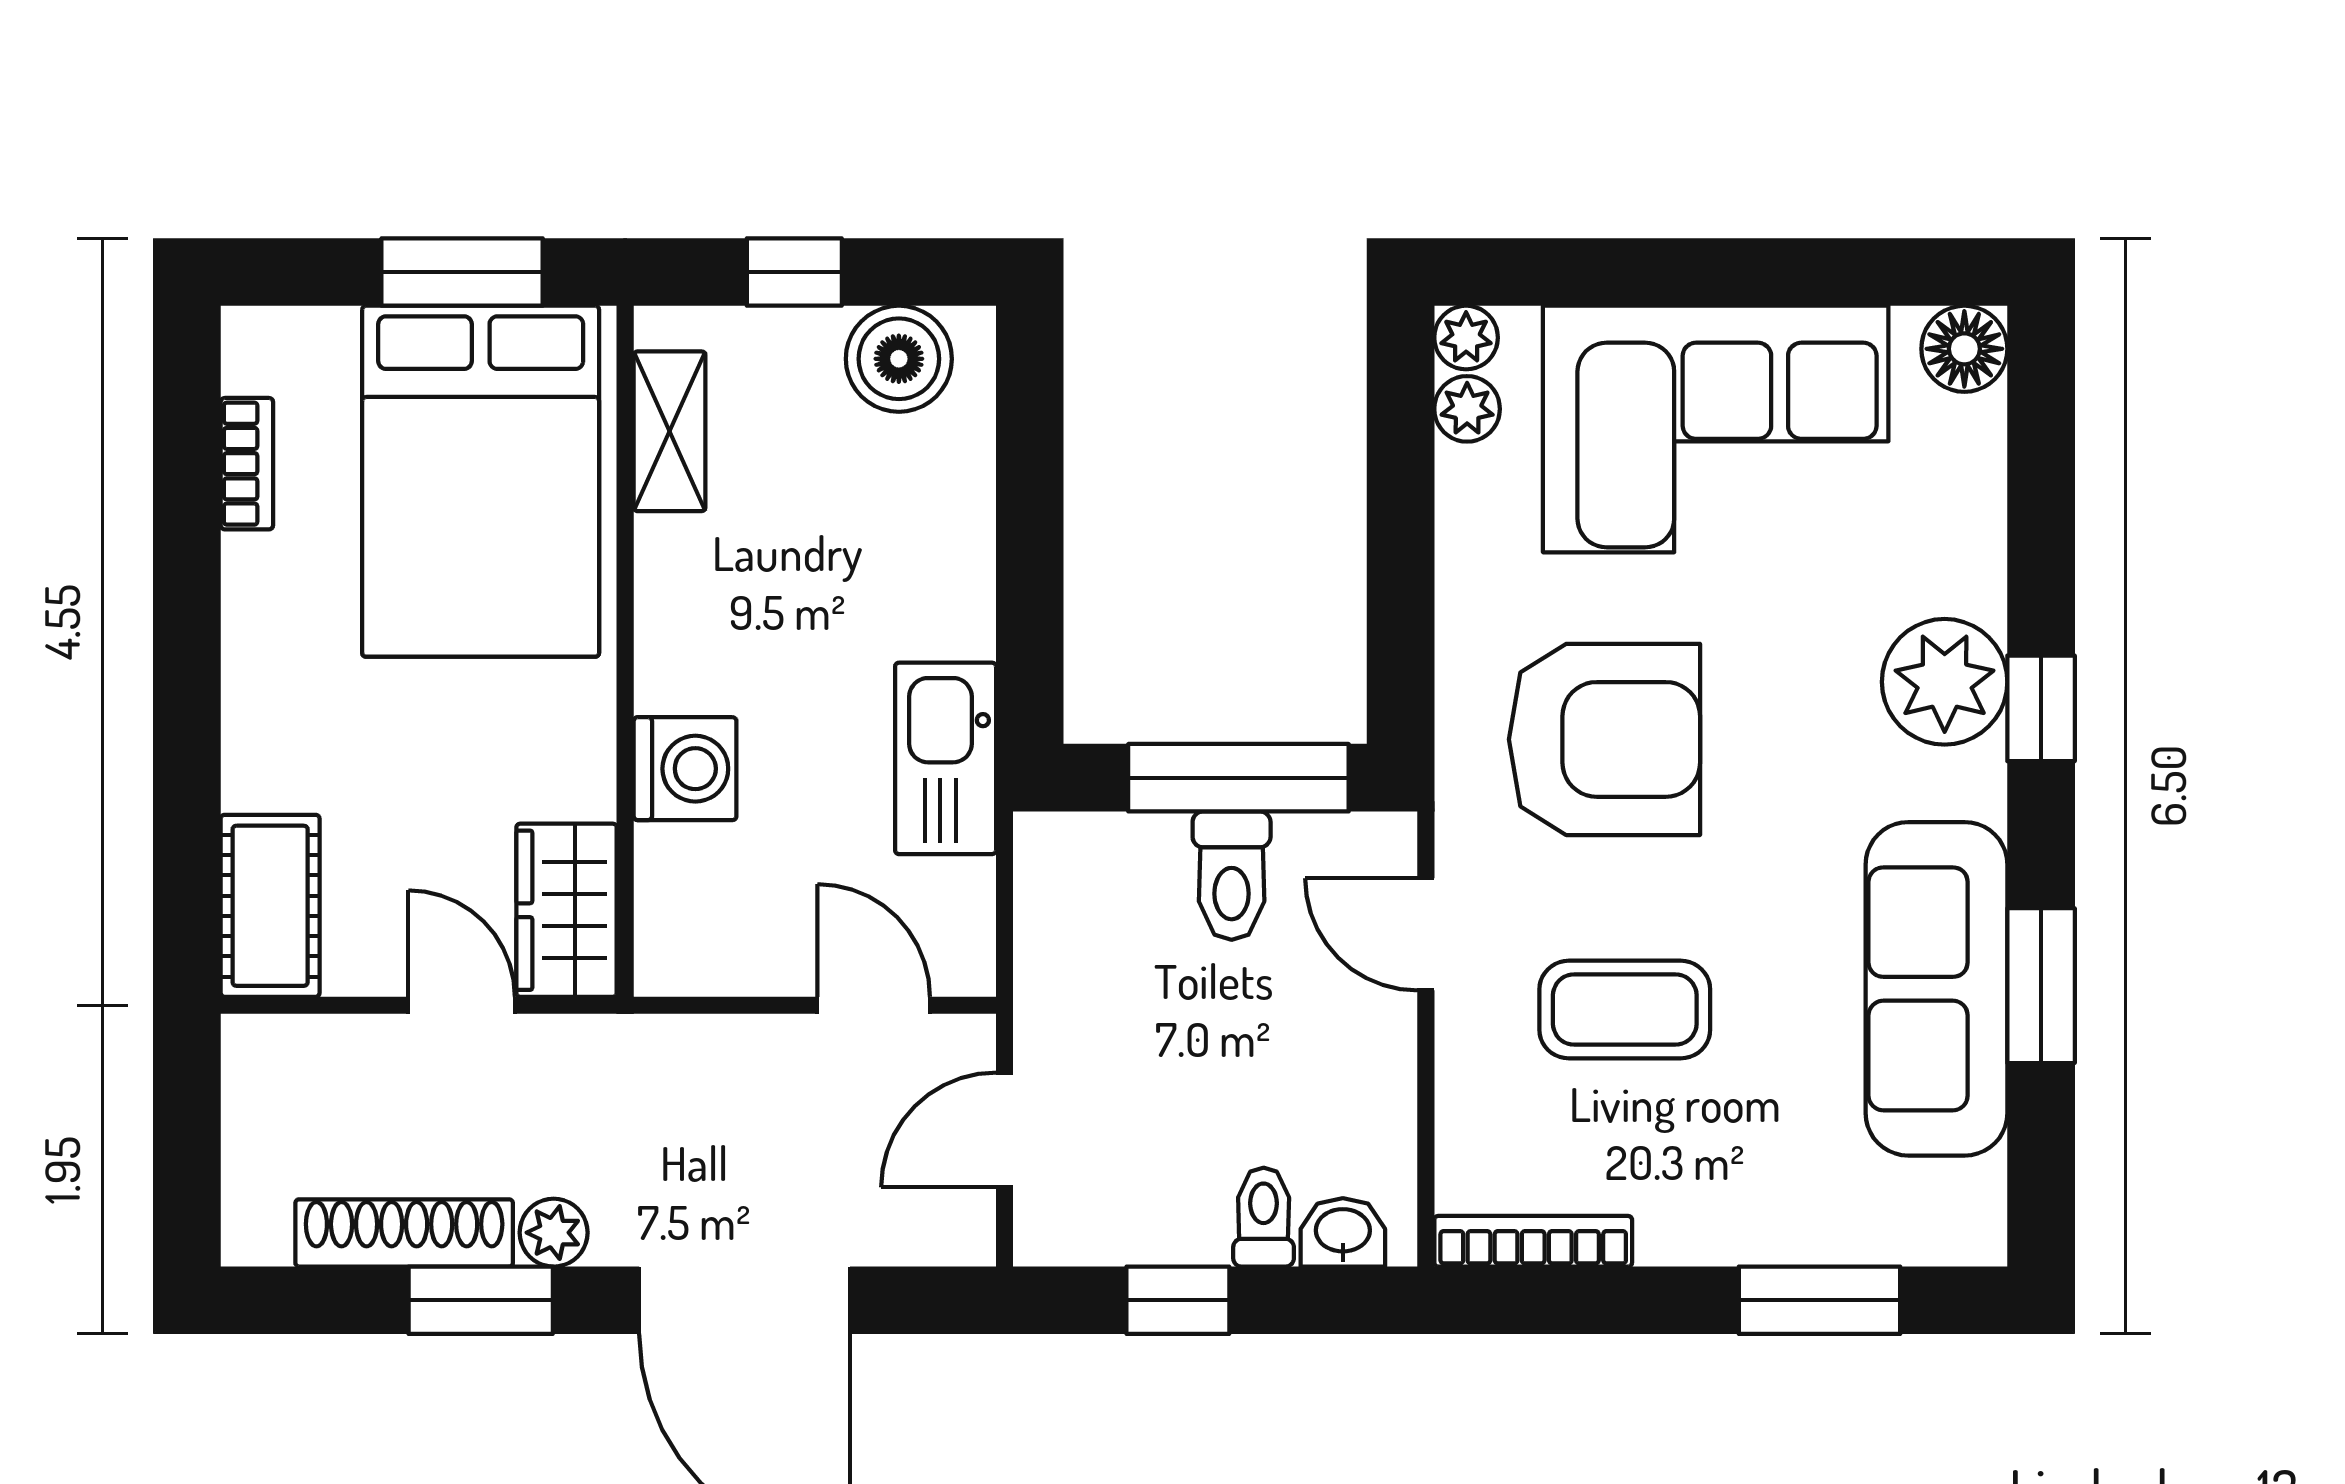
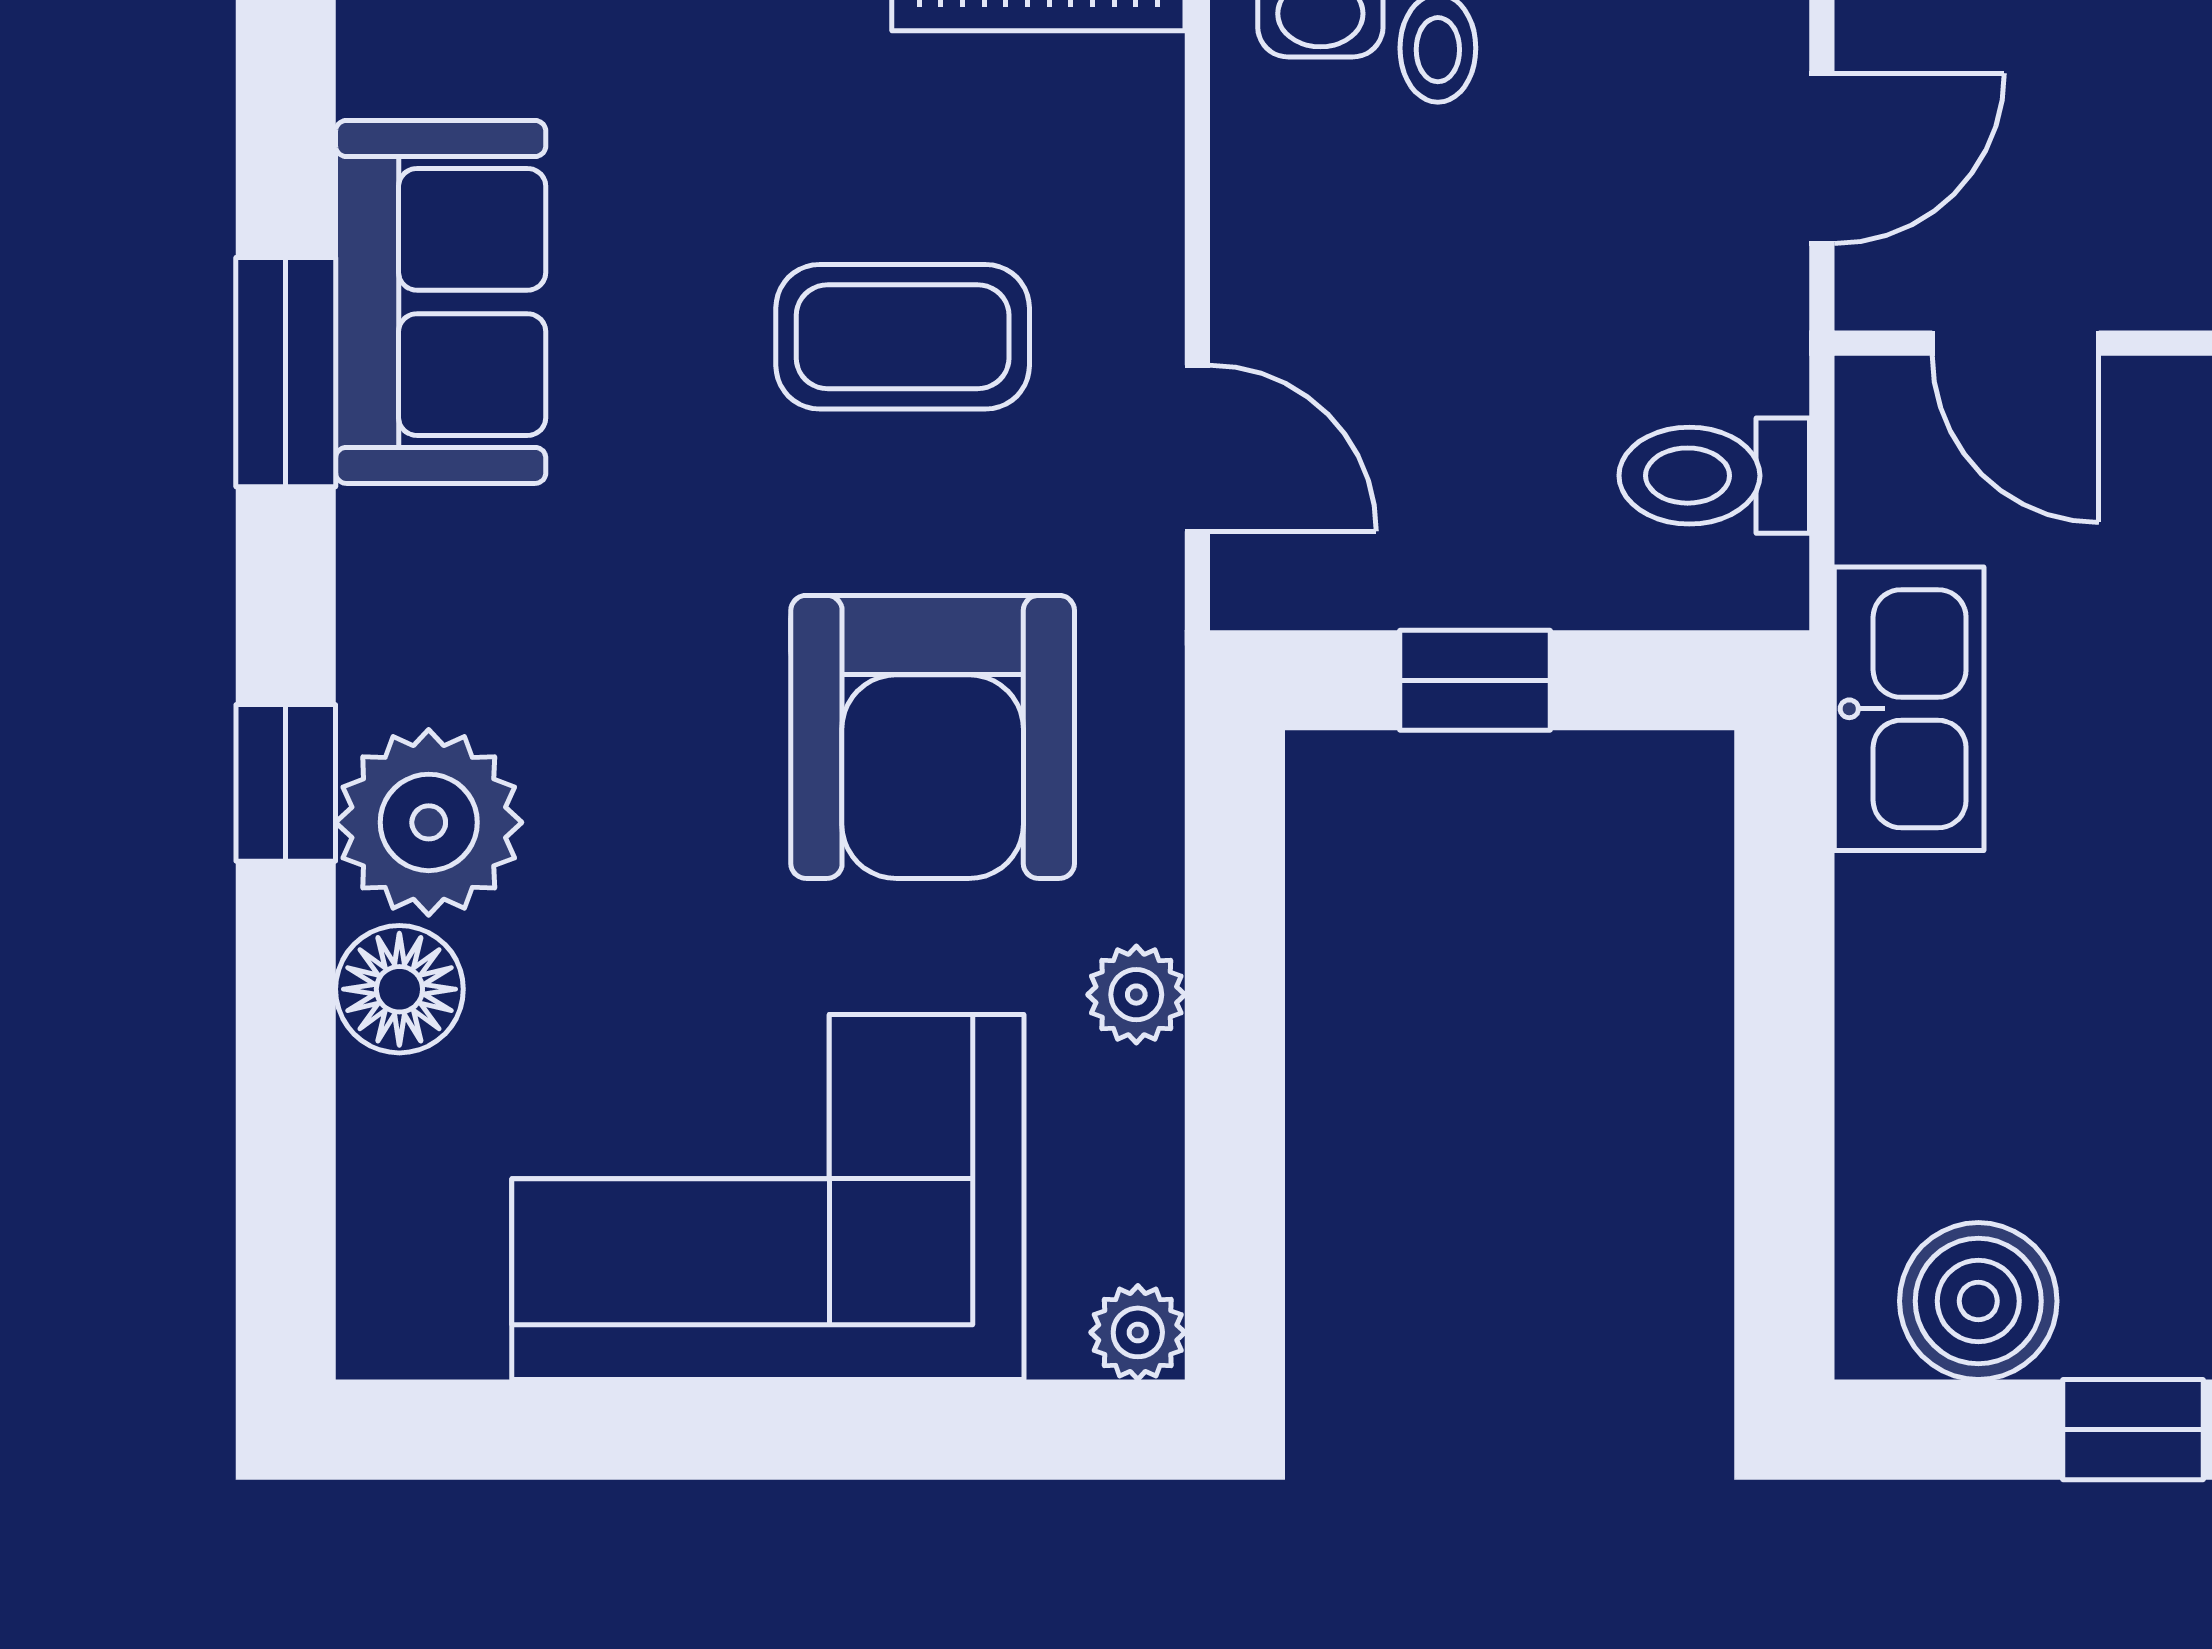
floor lamp: (1964, 349) -> (399, 989), moved
plant: (1467, 409) -> (1136, 995), moved
armchair: (1604, 739) -> (933, 737), turned -90
window: (1238, 778) -> (1475, 680), width x0.46
toilet: (1232, 876) -> (1714, 476), moved, turned -90
sofa: (1936, 989) -> (441, 302), width x0.73

